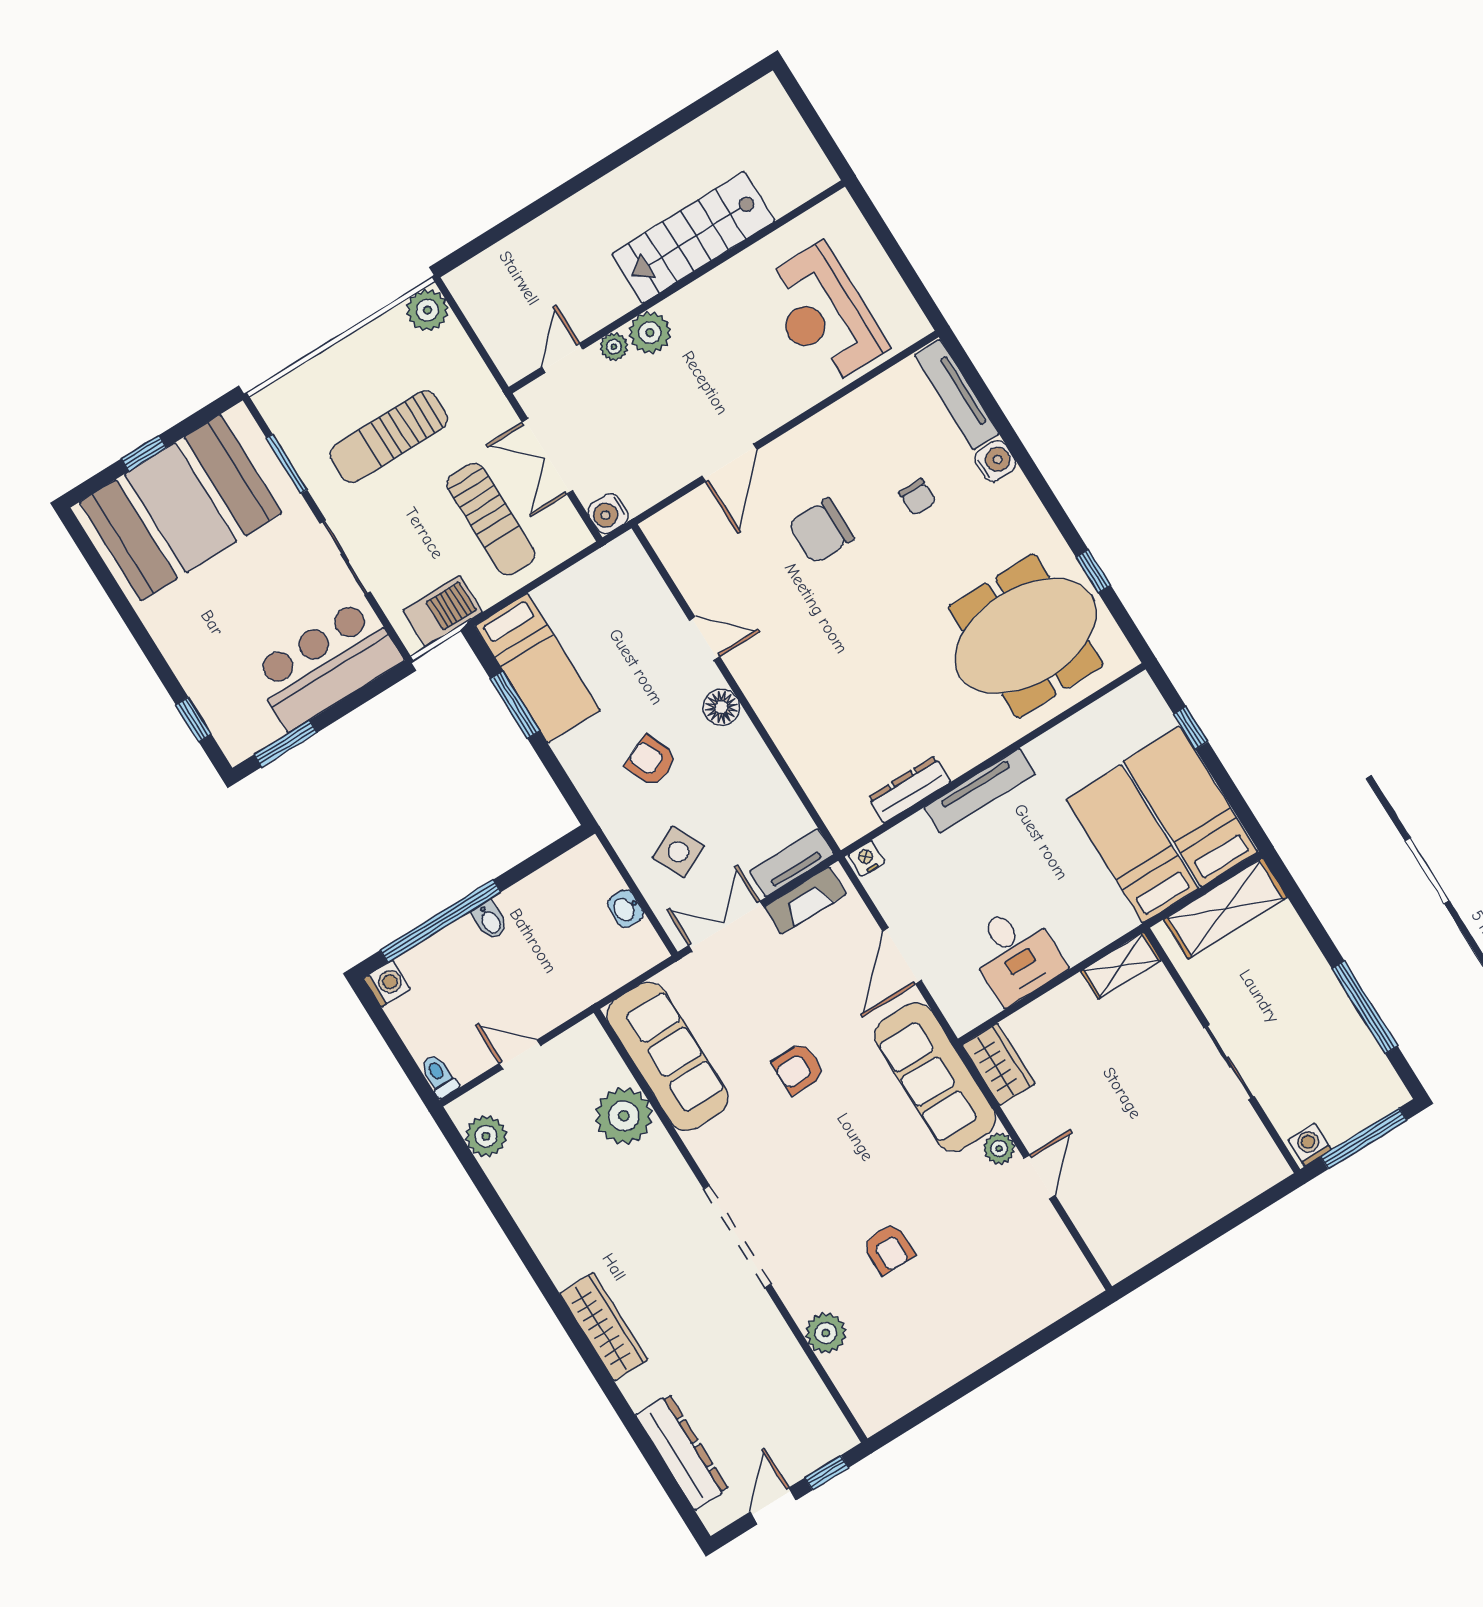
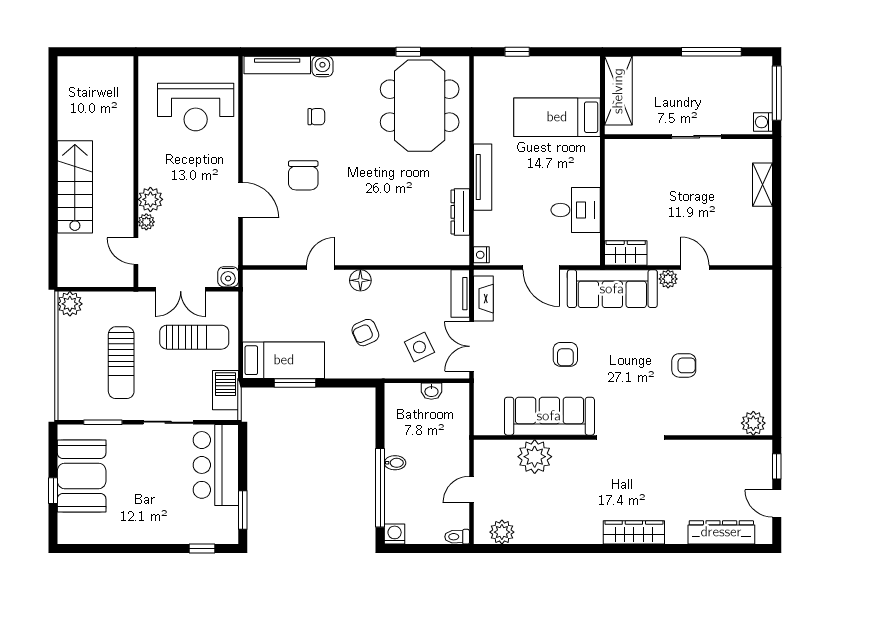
stairs: (693, 237) -> (75, 187), moved, turned 180
booth: (181, 508) -> (82, 476), width x0.73, depth x0.70
bed: (1190, 806) -> (556, 76), removed
shelving: (1121, 965) -> (763, 185), moved
sofa: (668, 1056) -> (549, 416), moved
plant: (826, 1333) -> (753, 423), moved

